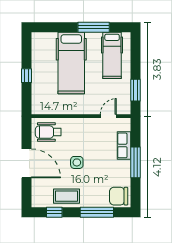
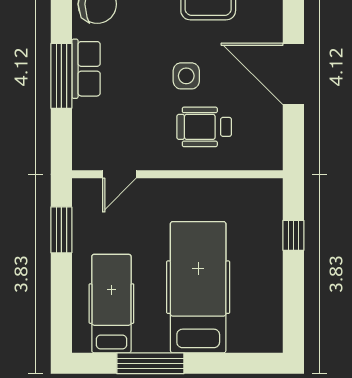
window: (26, 76) -> (293, 235), moved
wheelchair: (48, 132) -> (204, 127), moved, turned 180
row of seats: (124, 145) -> (86, 69), moved

